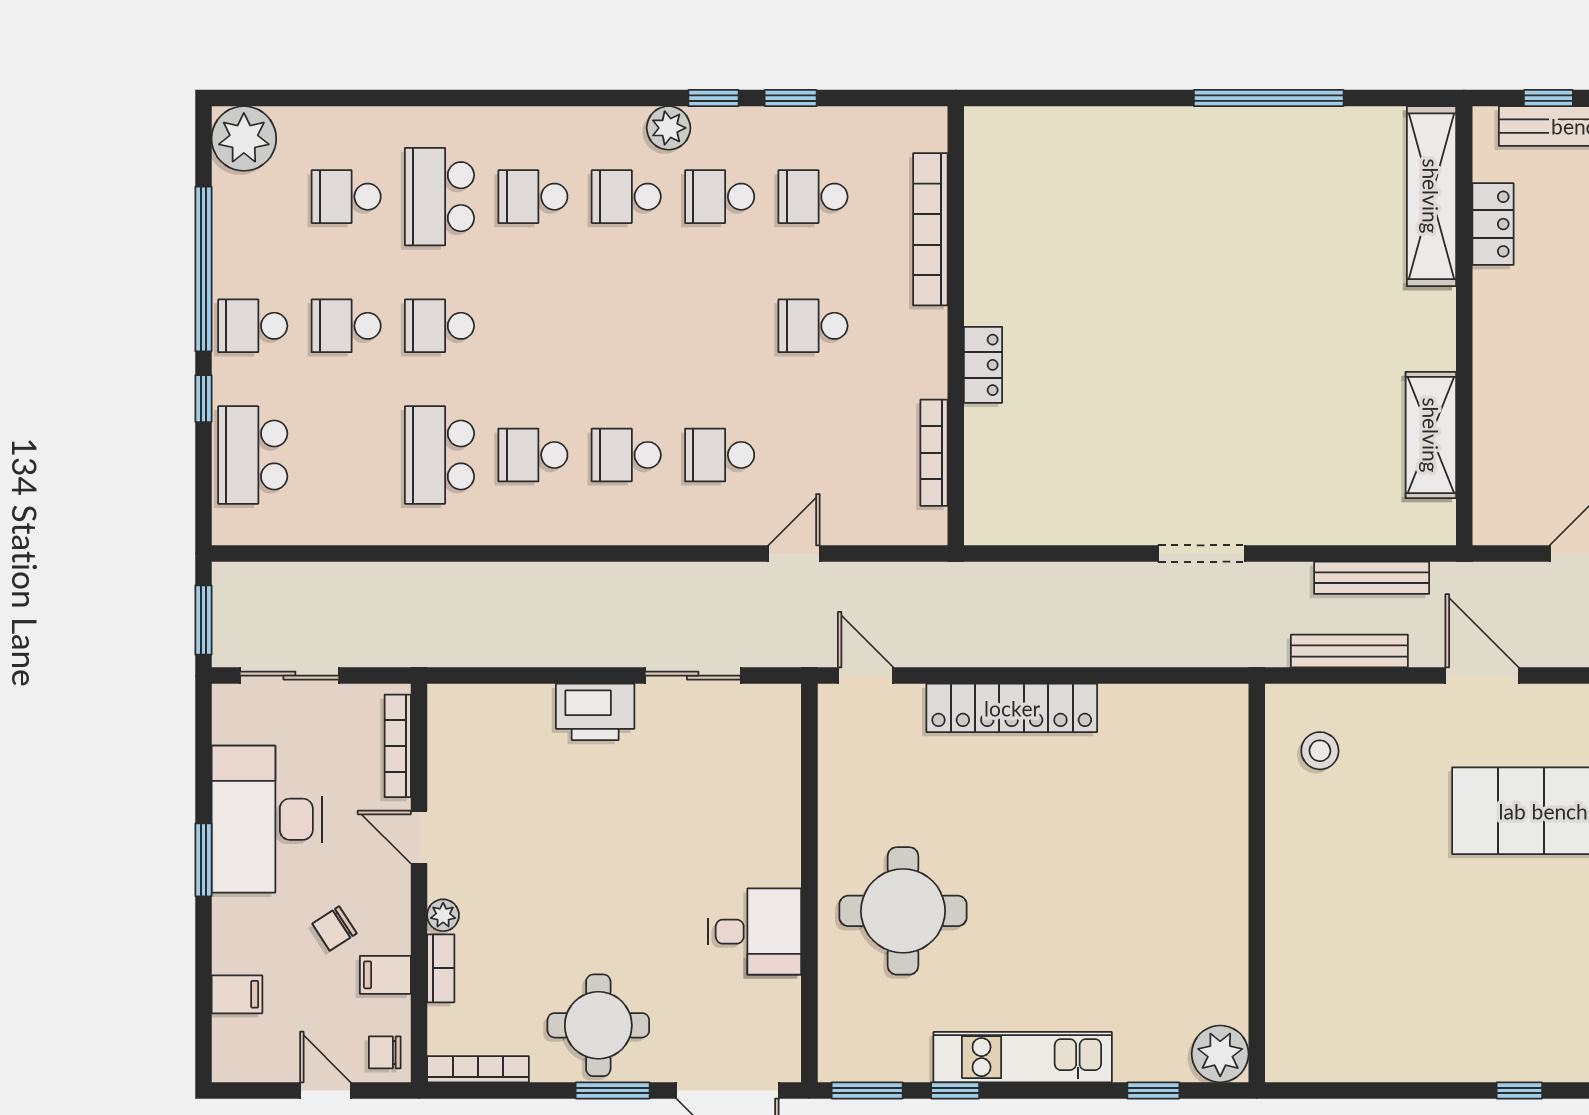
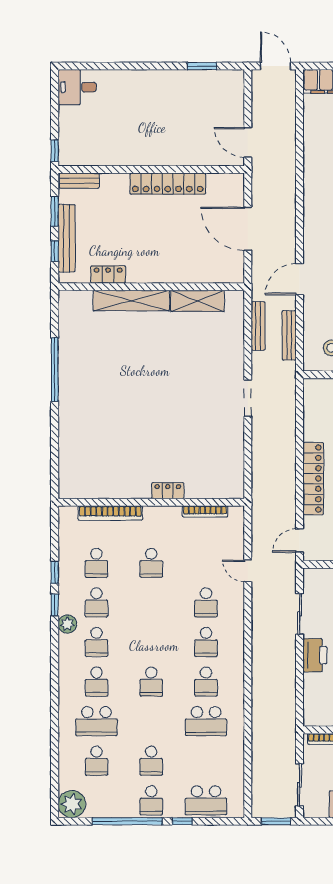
shelving: (1431, 196) -> (131, 301), moved
school desk: (440, 326) -> (151, 682), moved

